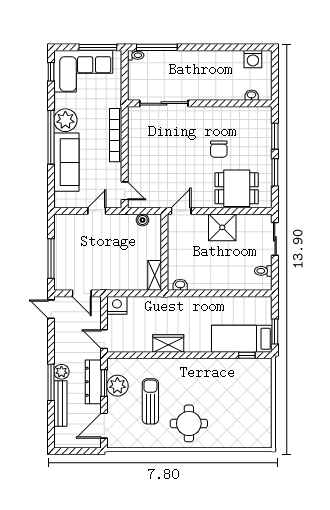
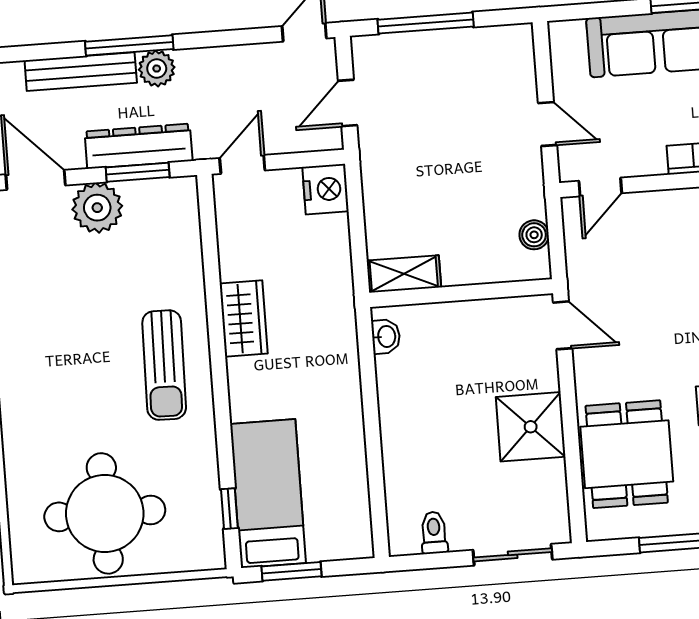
plant: (117, 386) -> (97, 208), moved
sun lounger: (150, 401) -> (164, 365), moved, turned 91
round table: (189, 423) -> (105, 513), moved, width x1.36, depth x1.36

